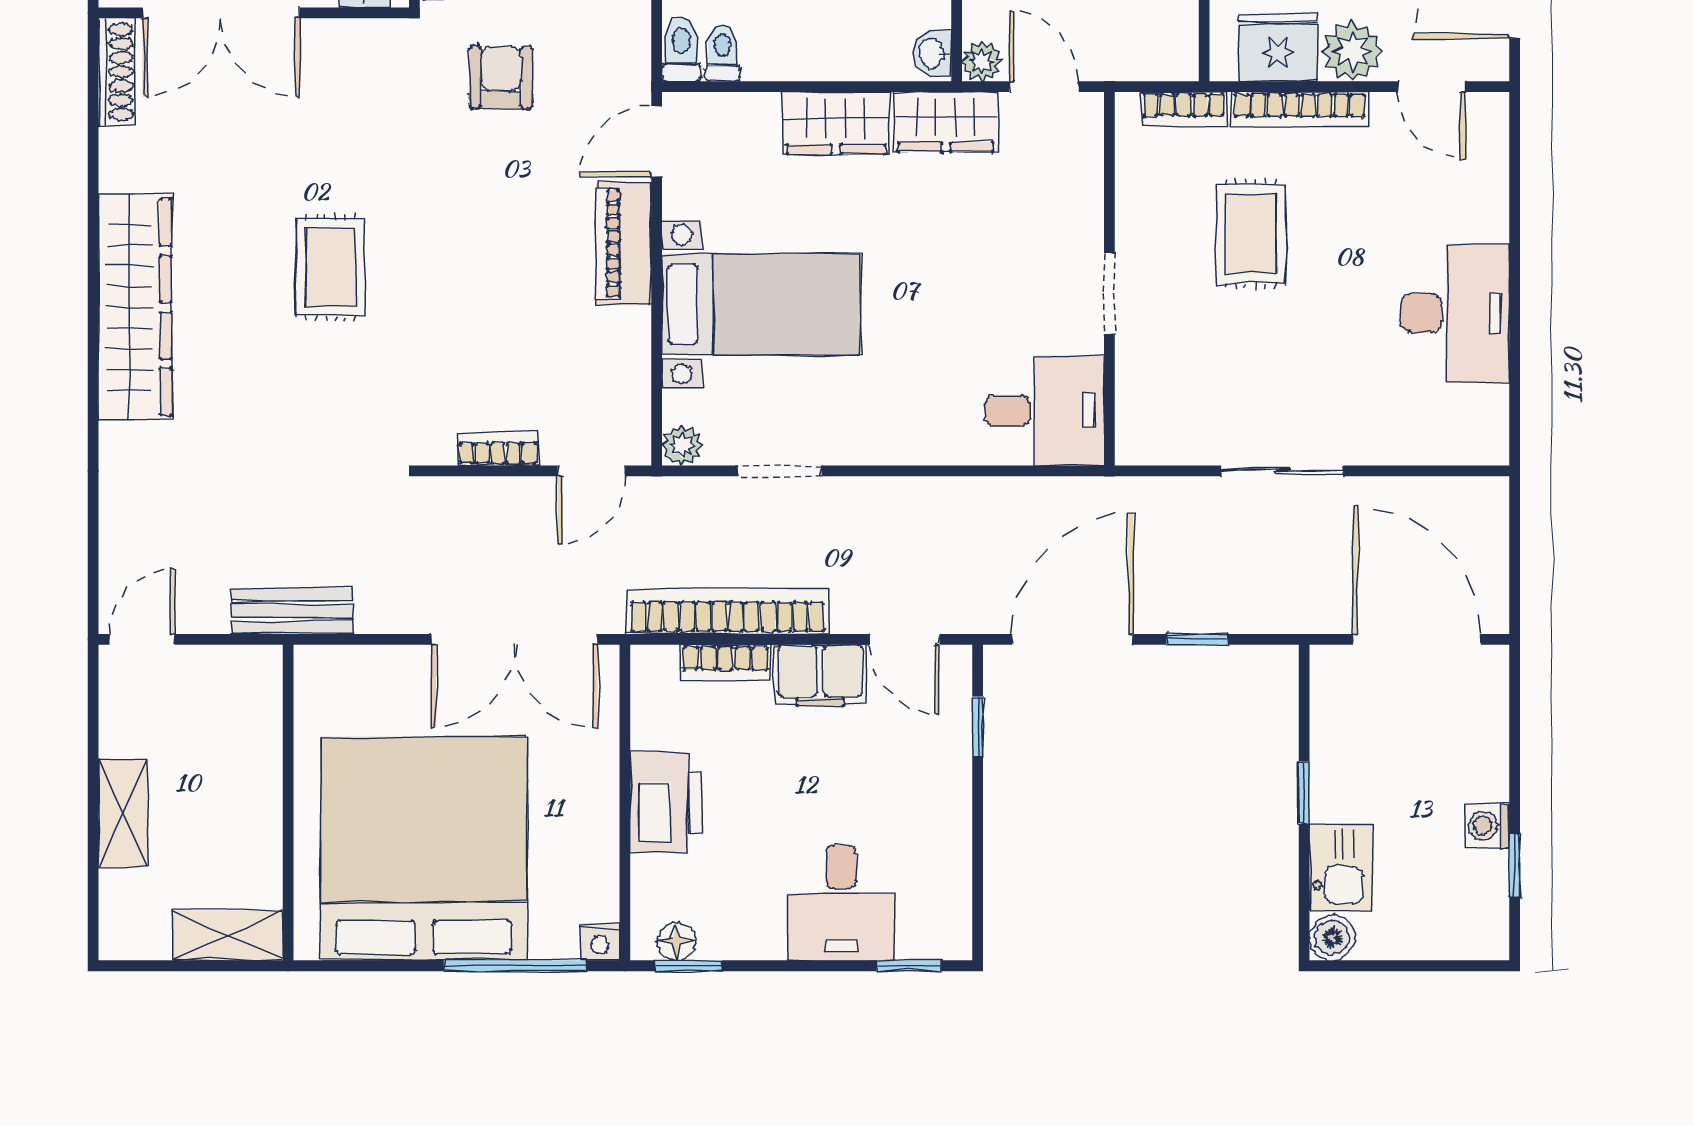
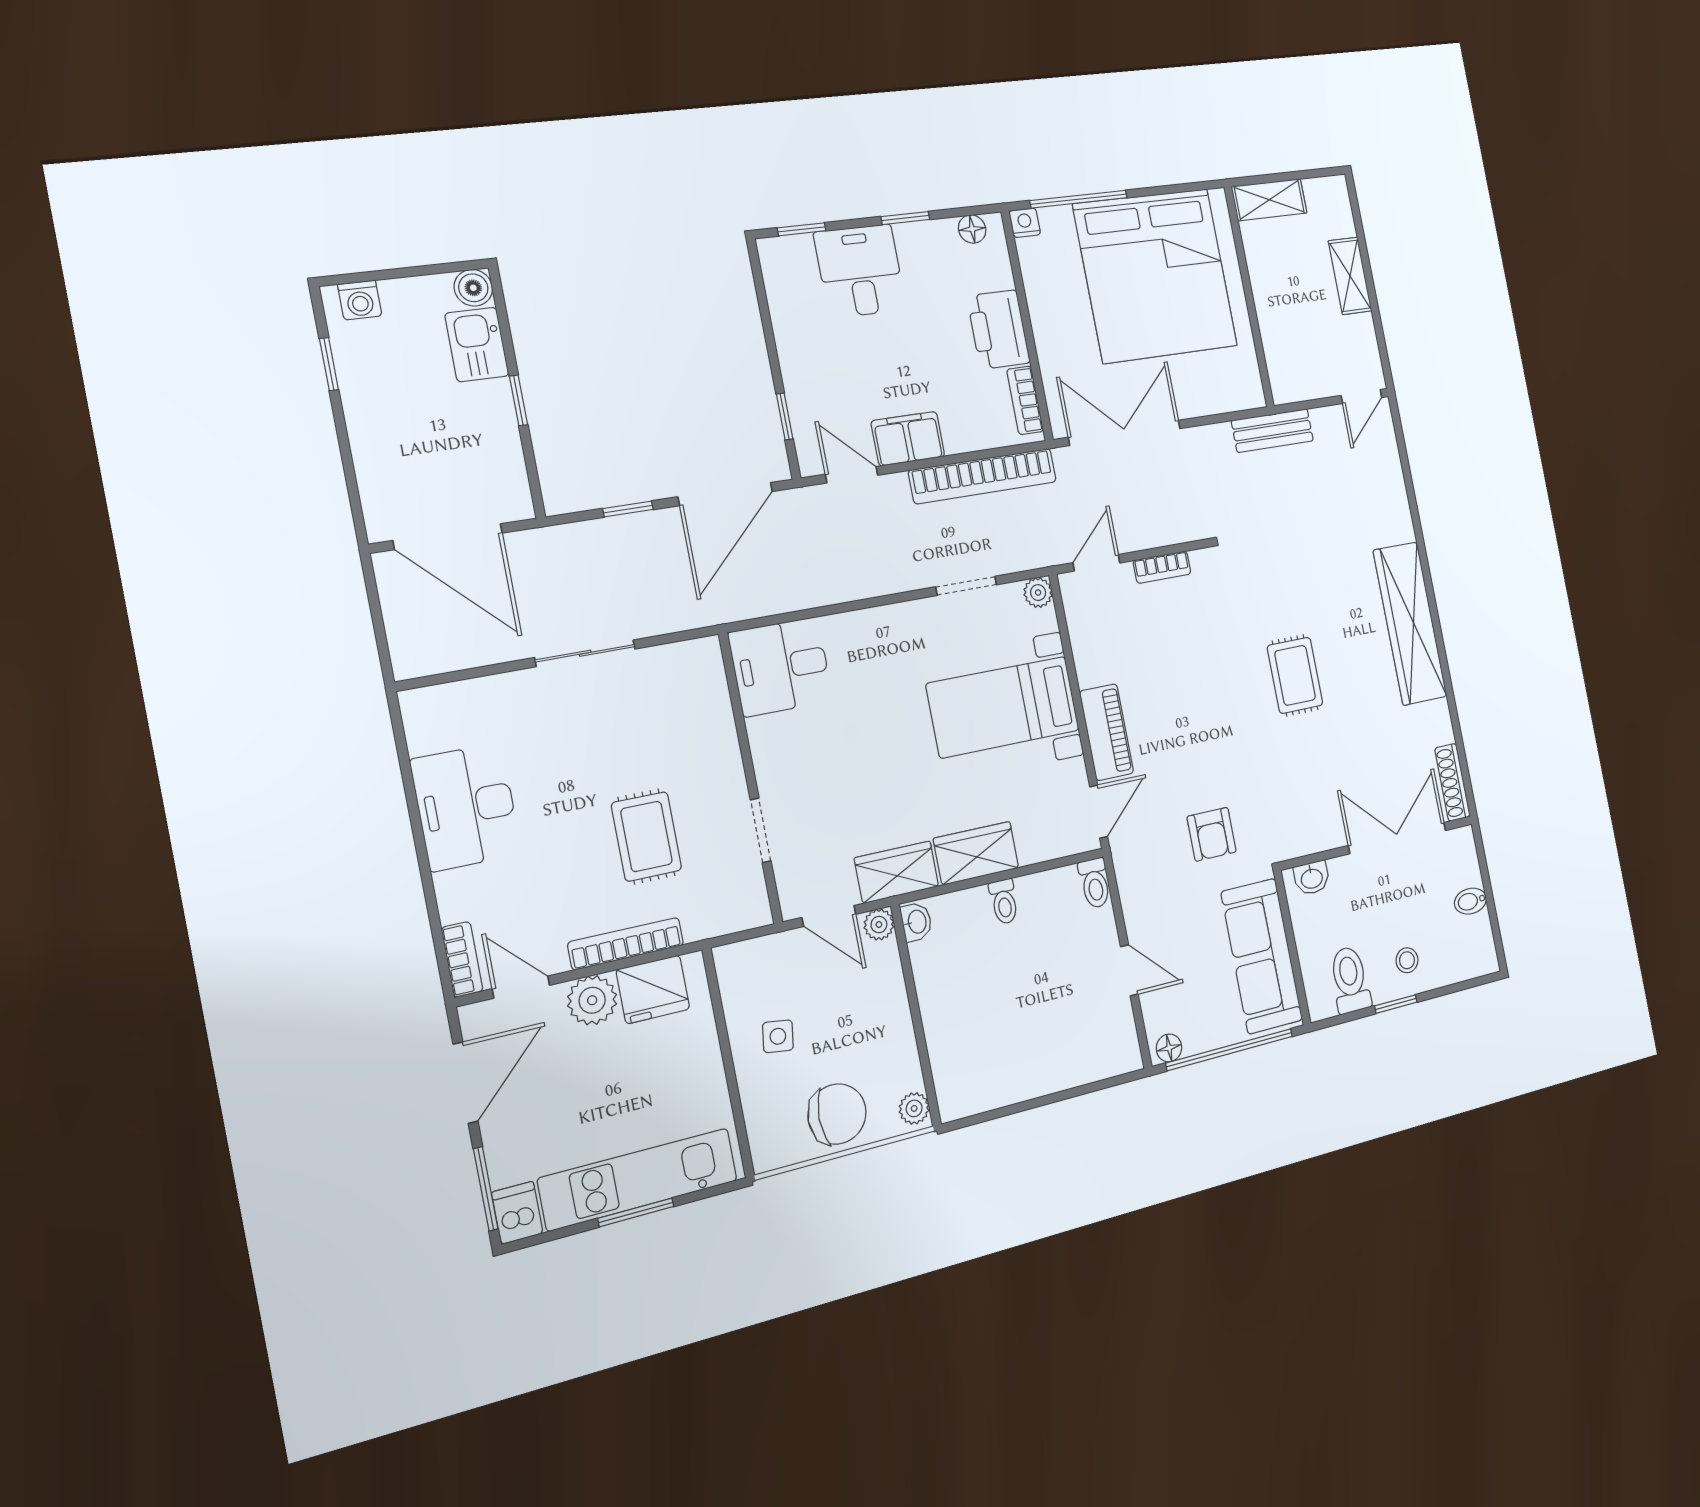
toilet: (723, 53) -> (1004, 902), moved
bookcase: (1184, 109) -> (462, 959), moved, turned 90
doorway: (1109, 294) -> (761, 830), moved
bookcase: (725, 663) -> (1025, 400), moved, turned -90
washing machine: (1487, 826) -> (360, 300), moved, turned 90
window: (689, 966) -> (905, 218), moved

